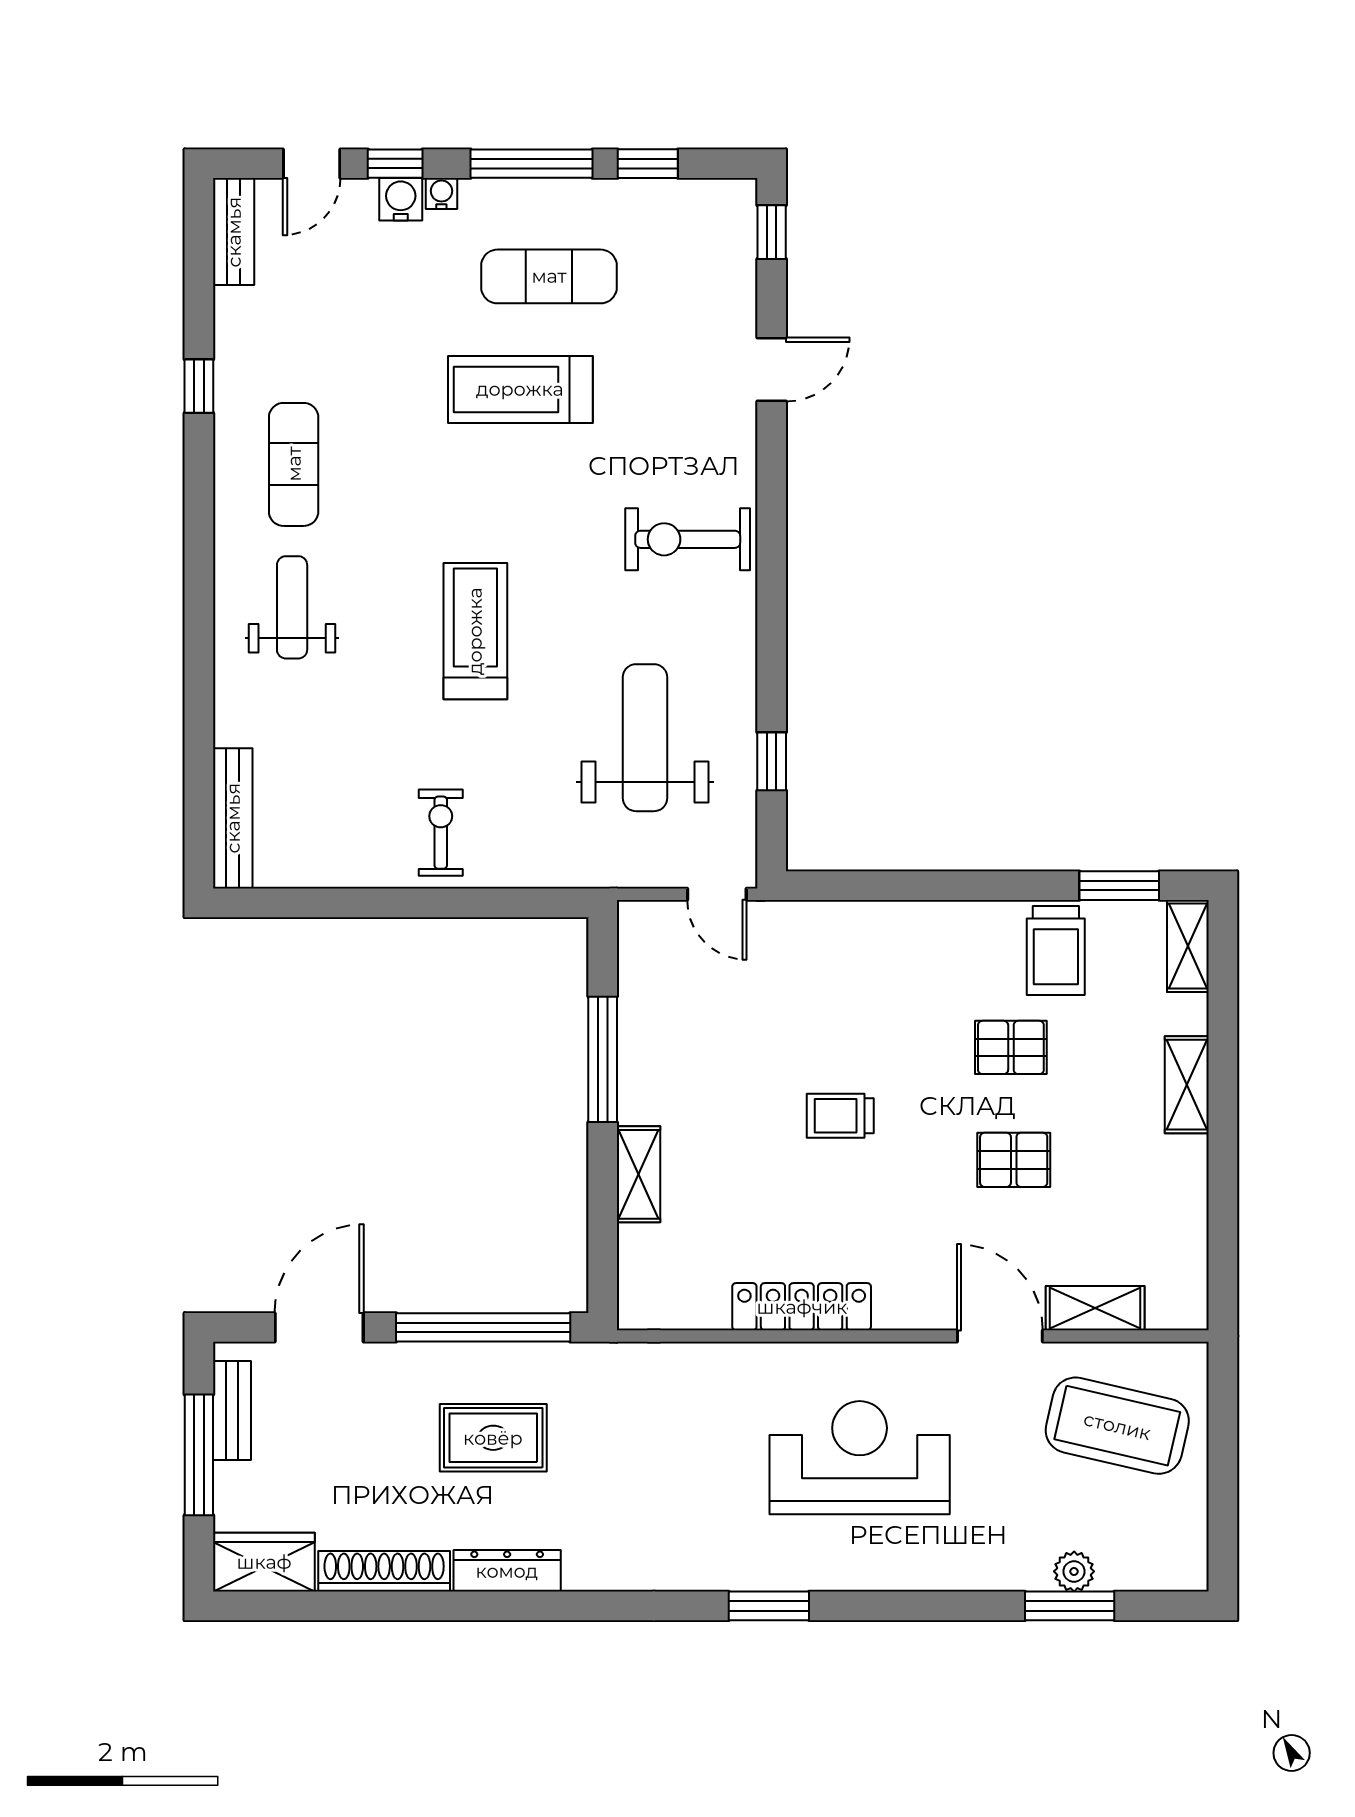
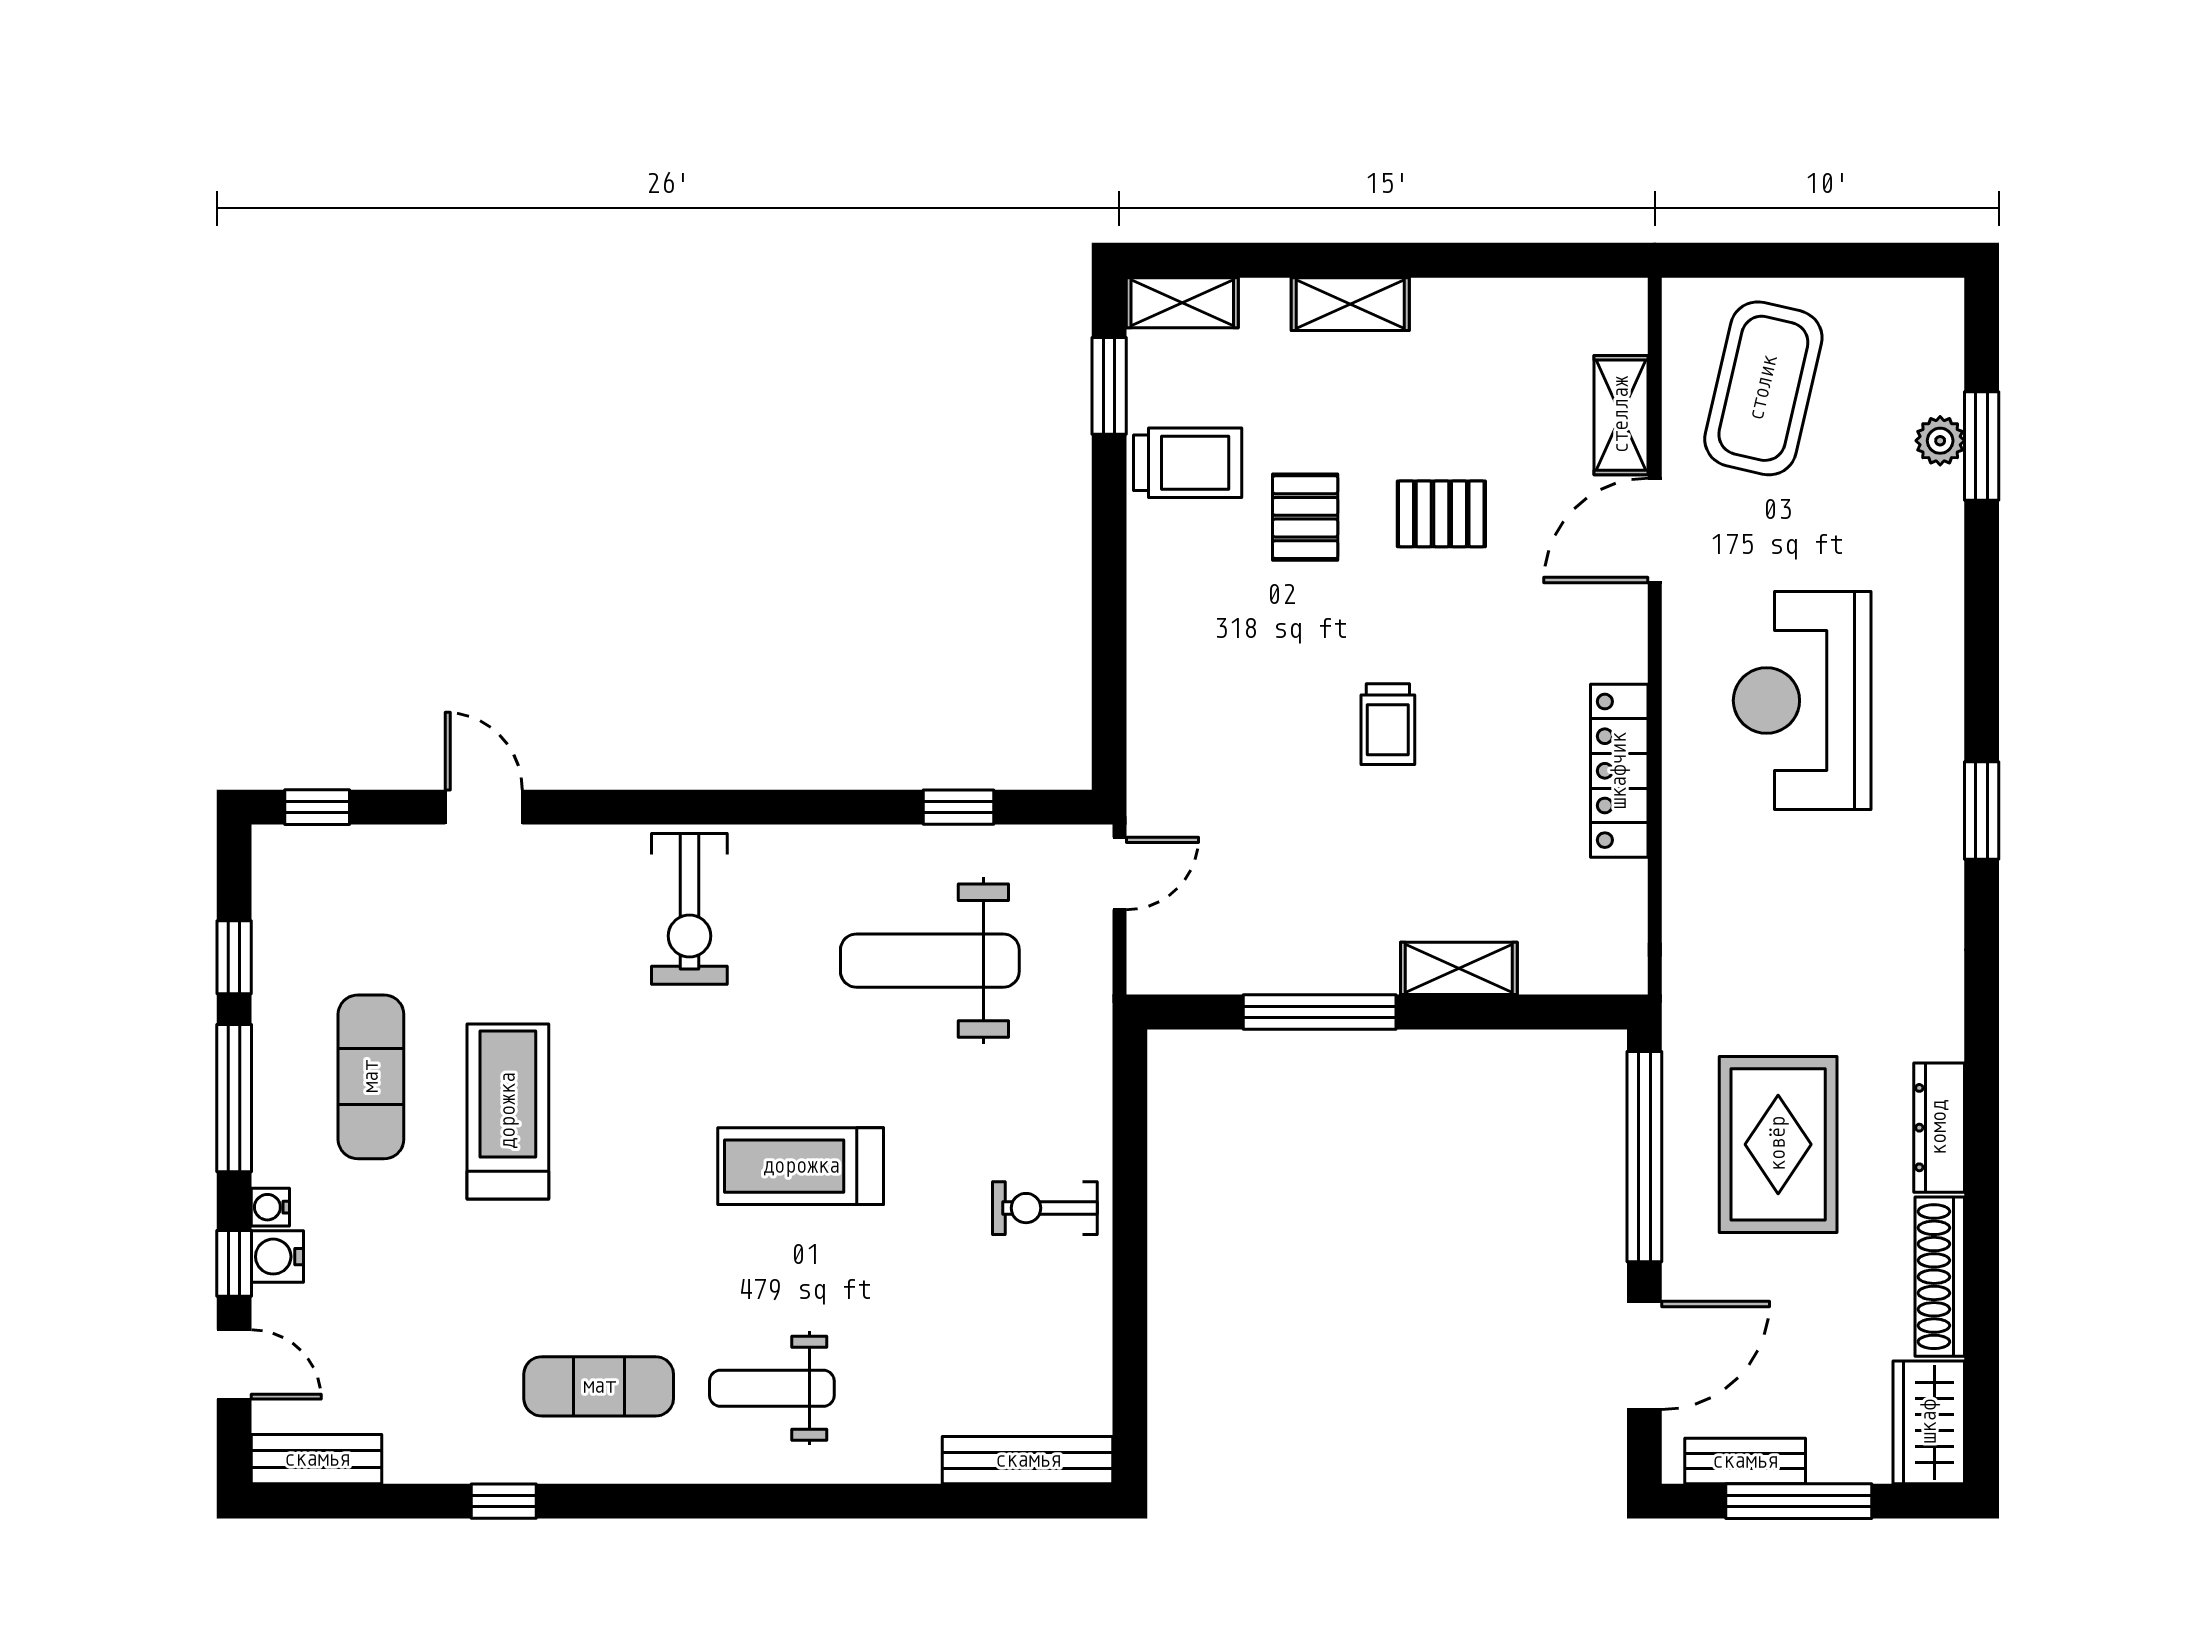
treadmill: (520, 389) -> (508, 1111), turned 180
pallet: (1014, 1160) -> (1441, 514), turned 90
door: (319, 1327) -> (1644, 1355), swing flipped
rug: (493, 1438) -> (1778, 1144), width x1.36, depth x1.43

